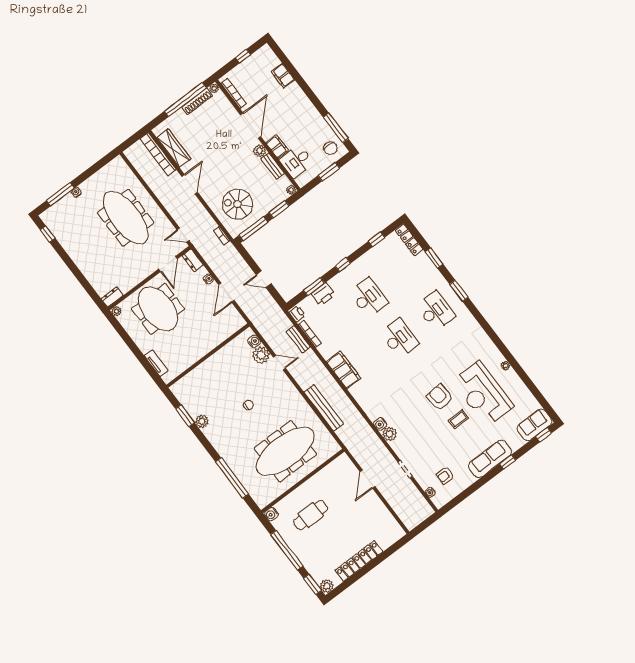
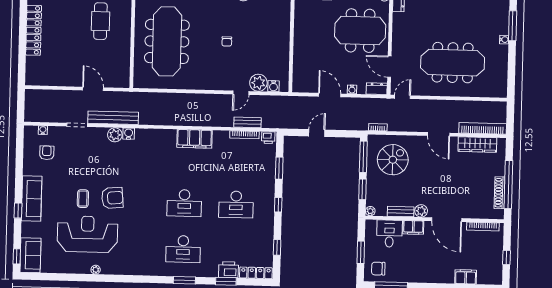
plant: (214, 88) -> (499, 214), removed
printer: (323, 294) -> (229, 270), moved, turned 90
bench: (324, 408) -> (113, 118), moved

